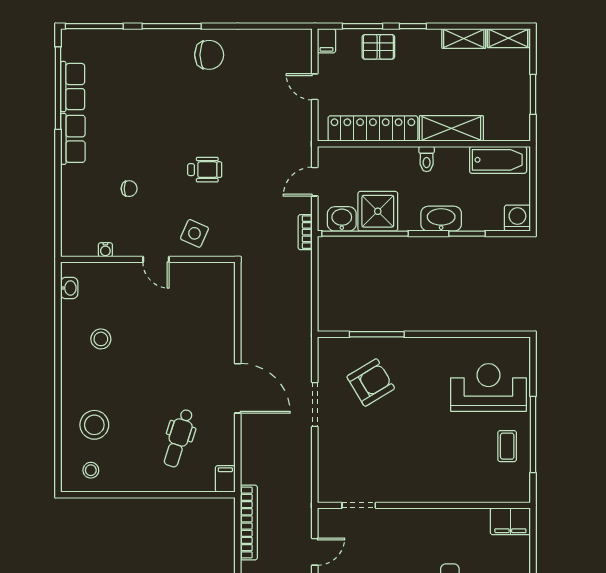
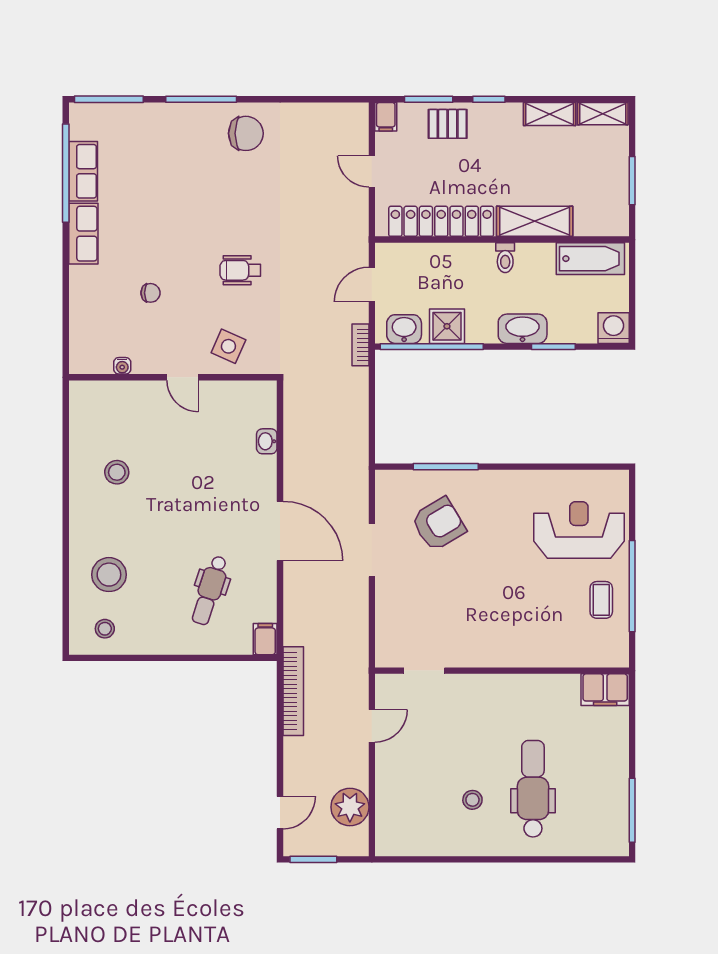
wheelchair: (205, 170) -> (240, 270), turned 180
shower: (378, 211) -> (447, 326), width x0.73, depth x0.73
washbasin: (69, 288) -> (267, 441), moved, turned 180

